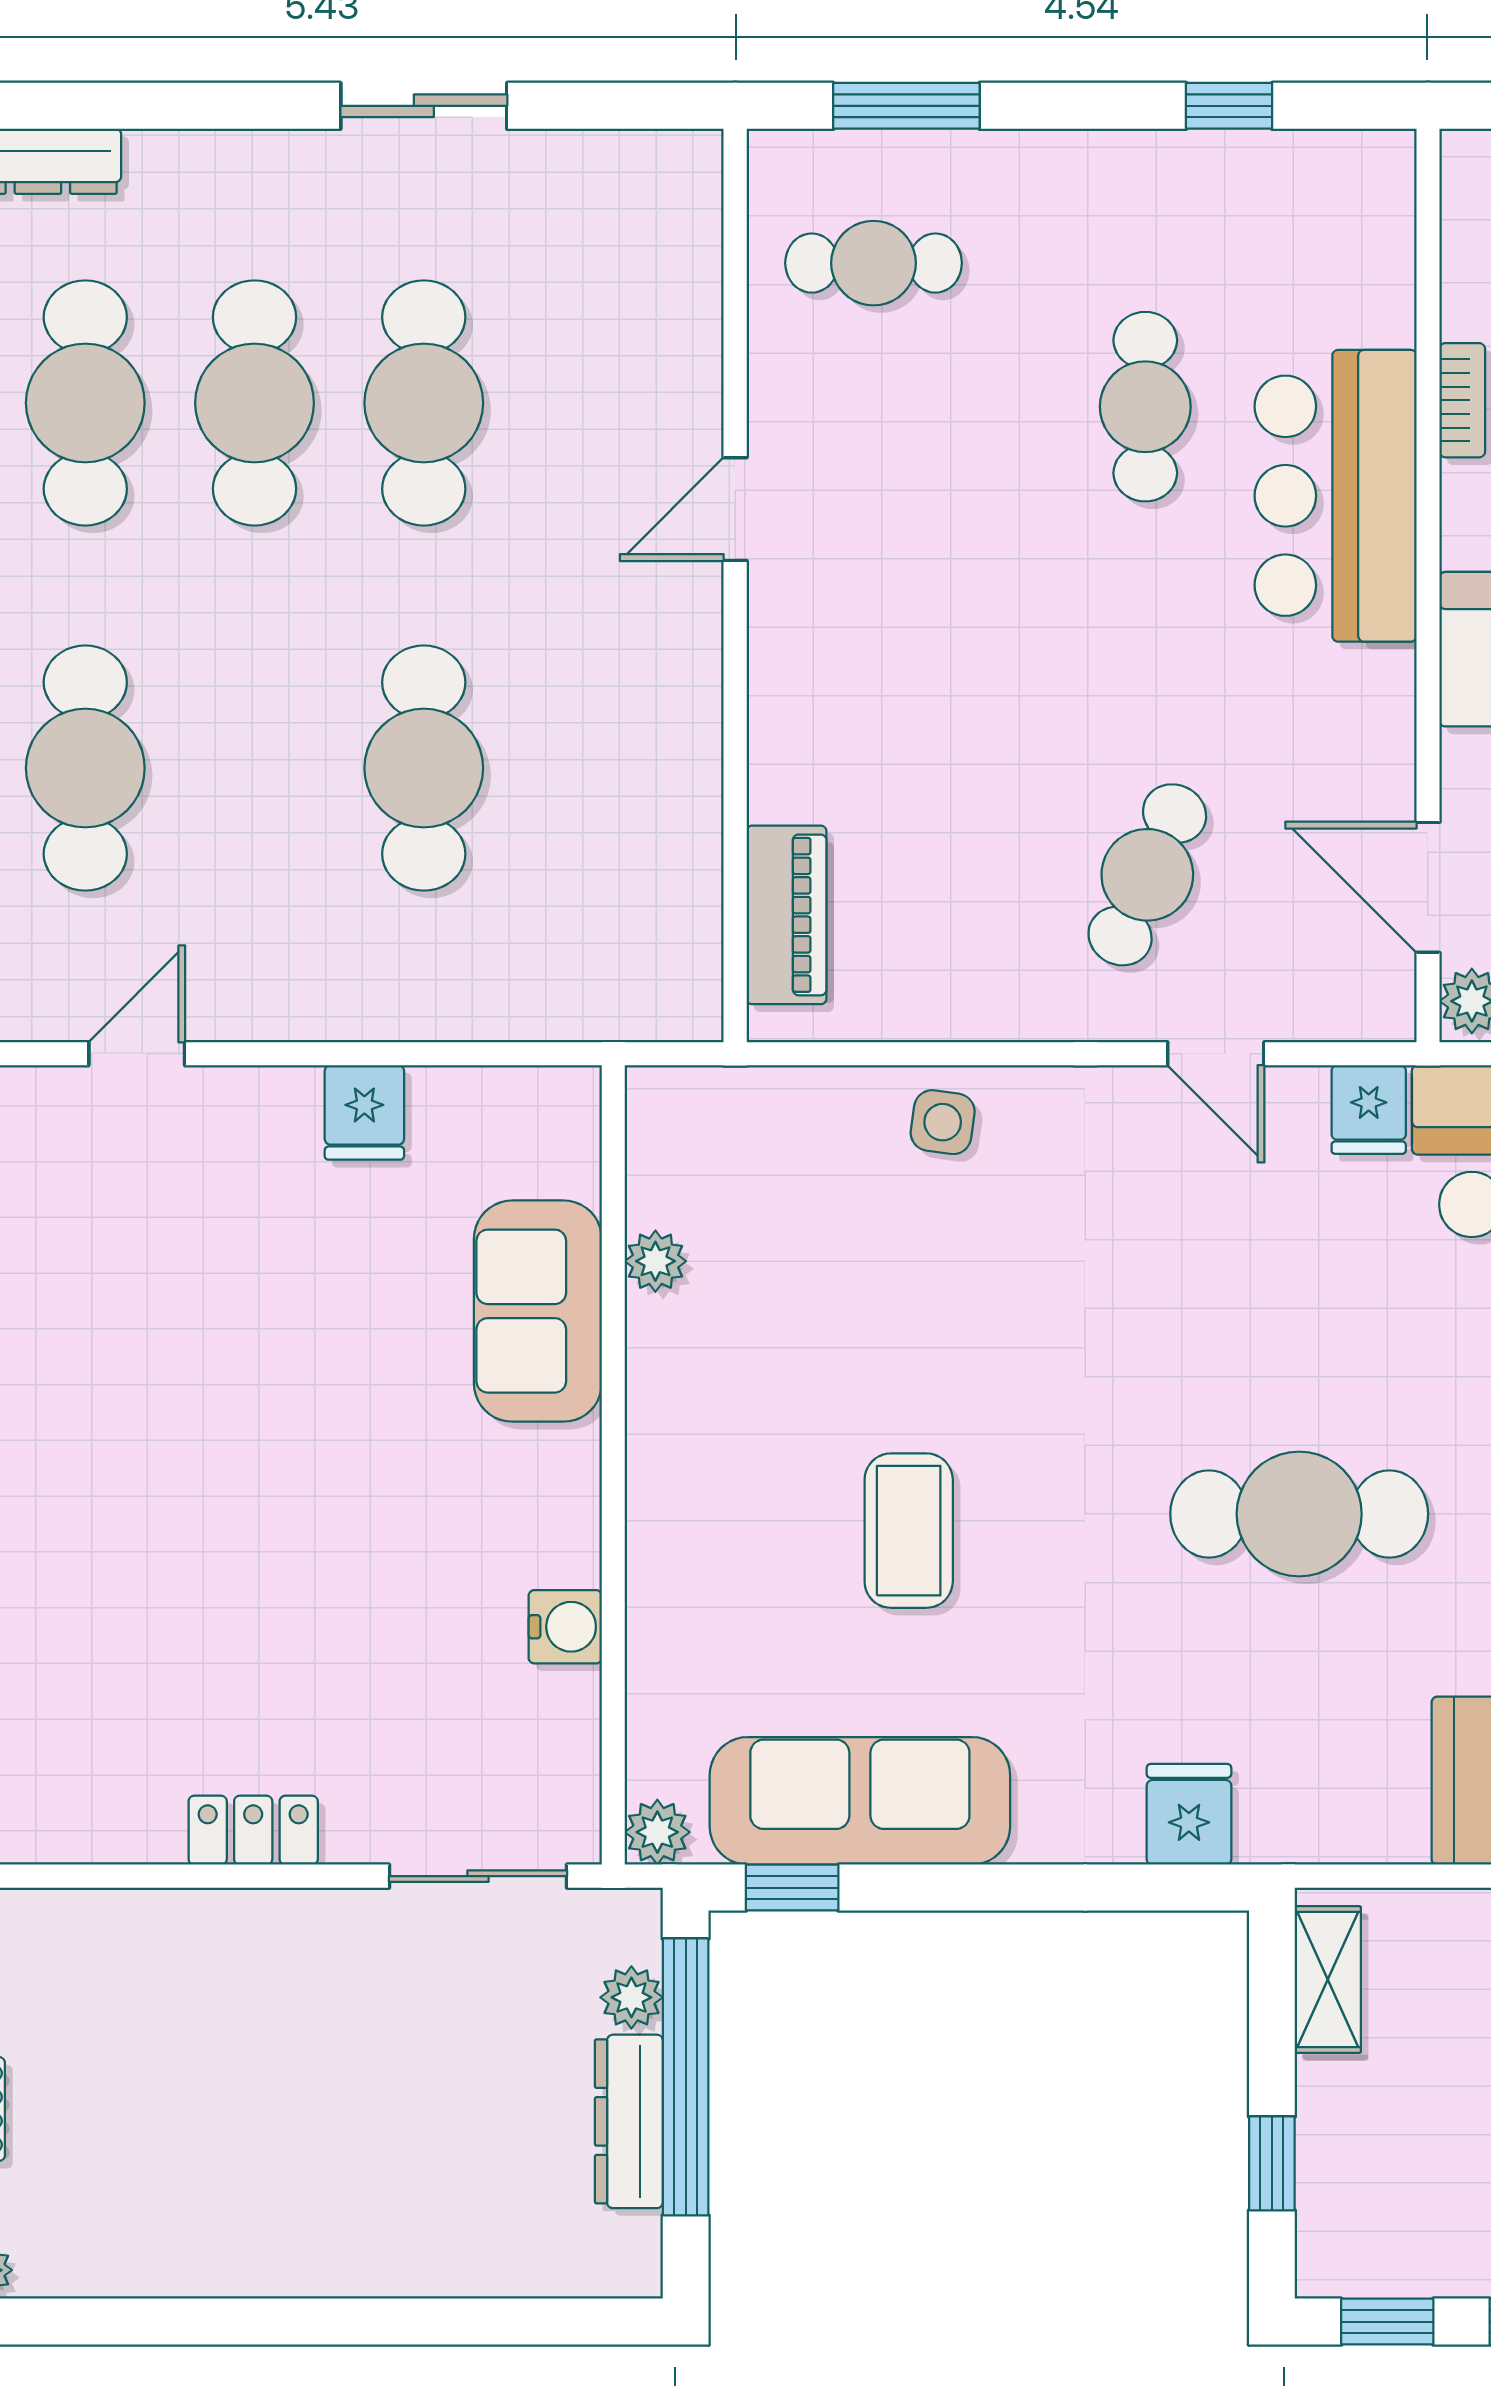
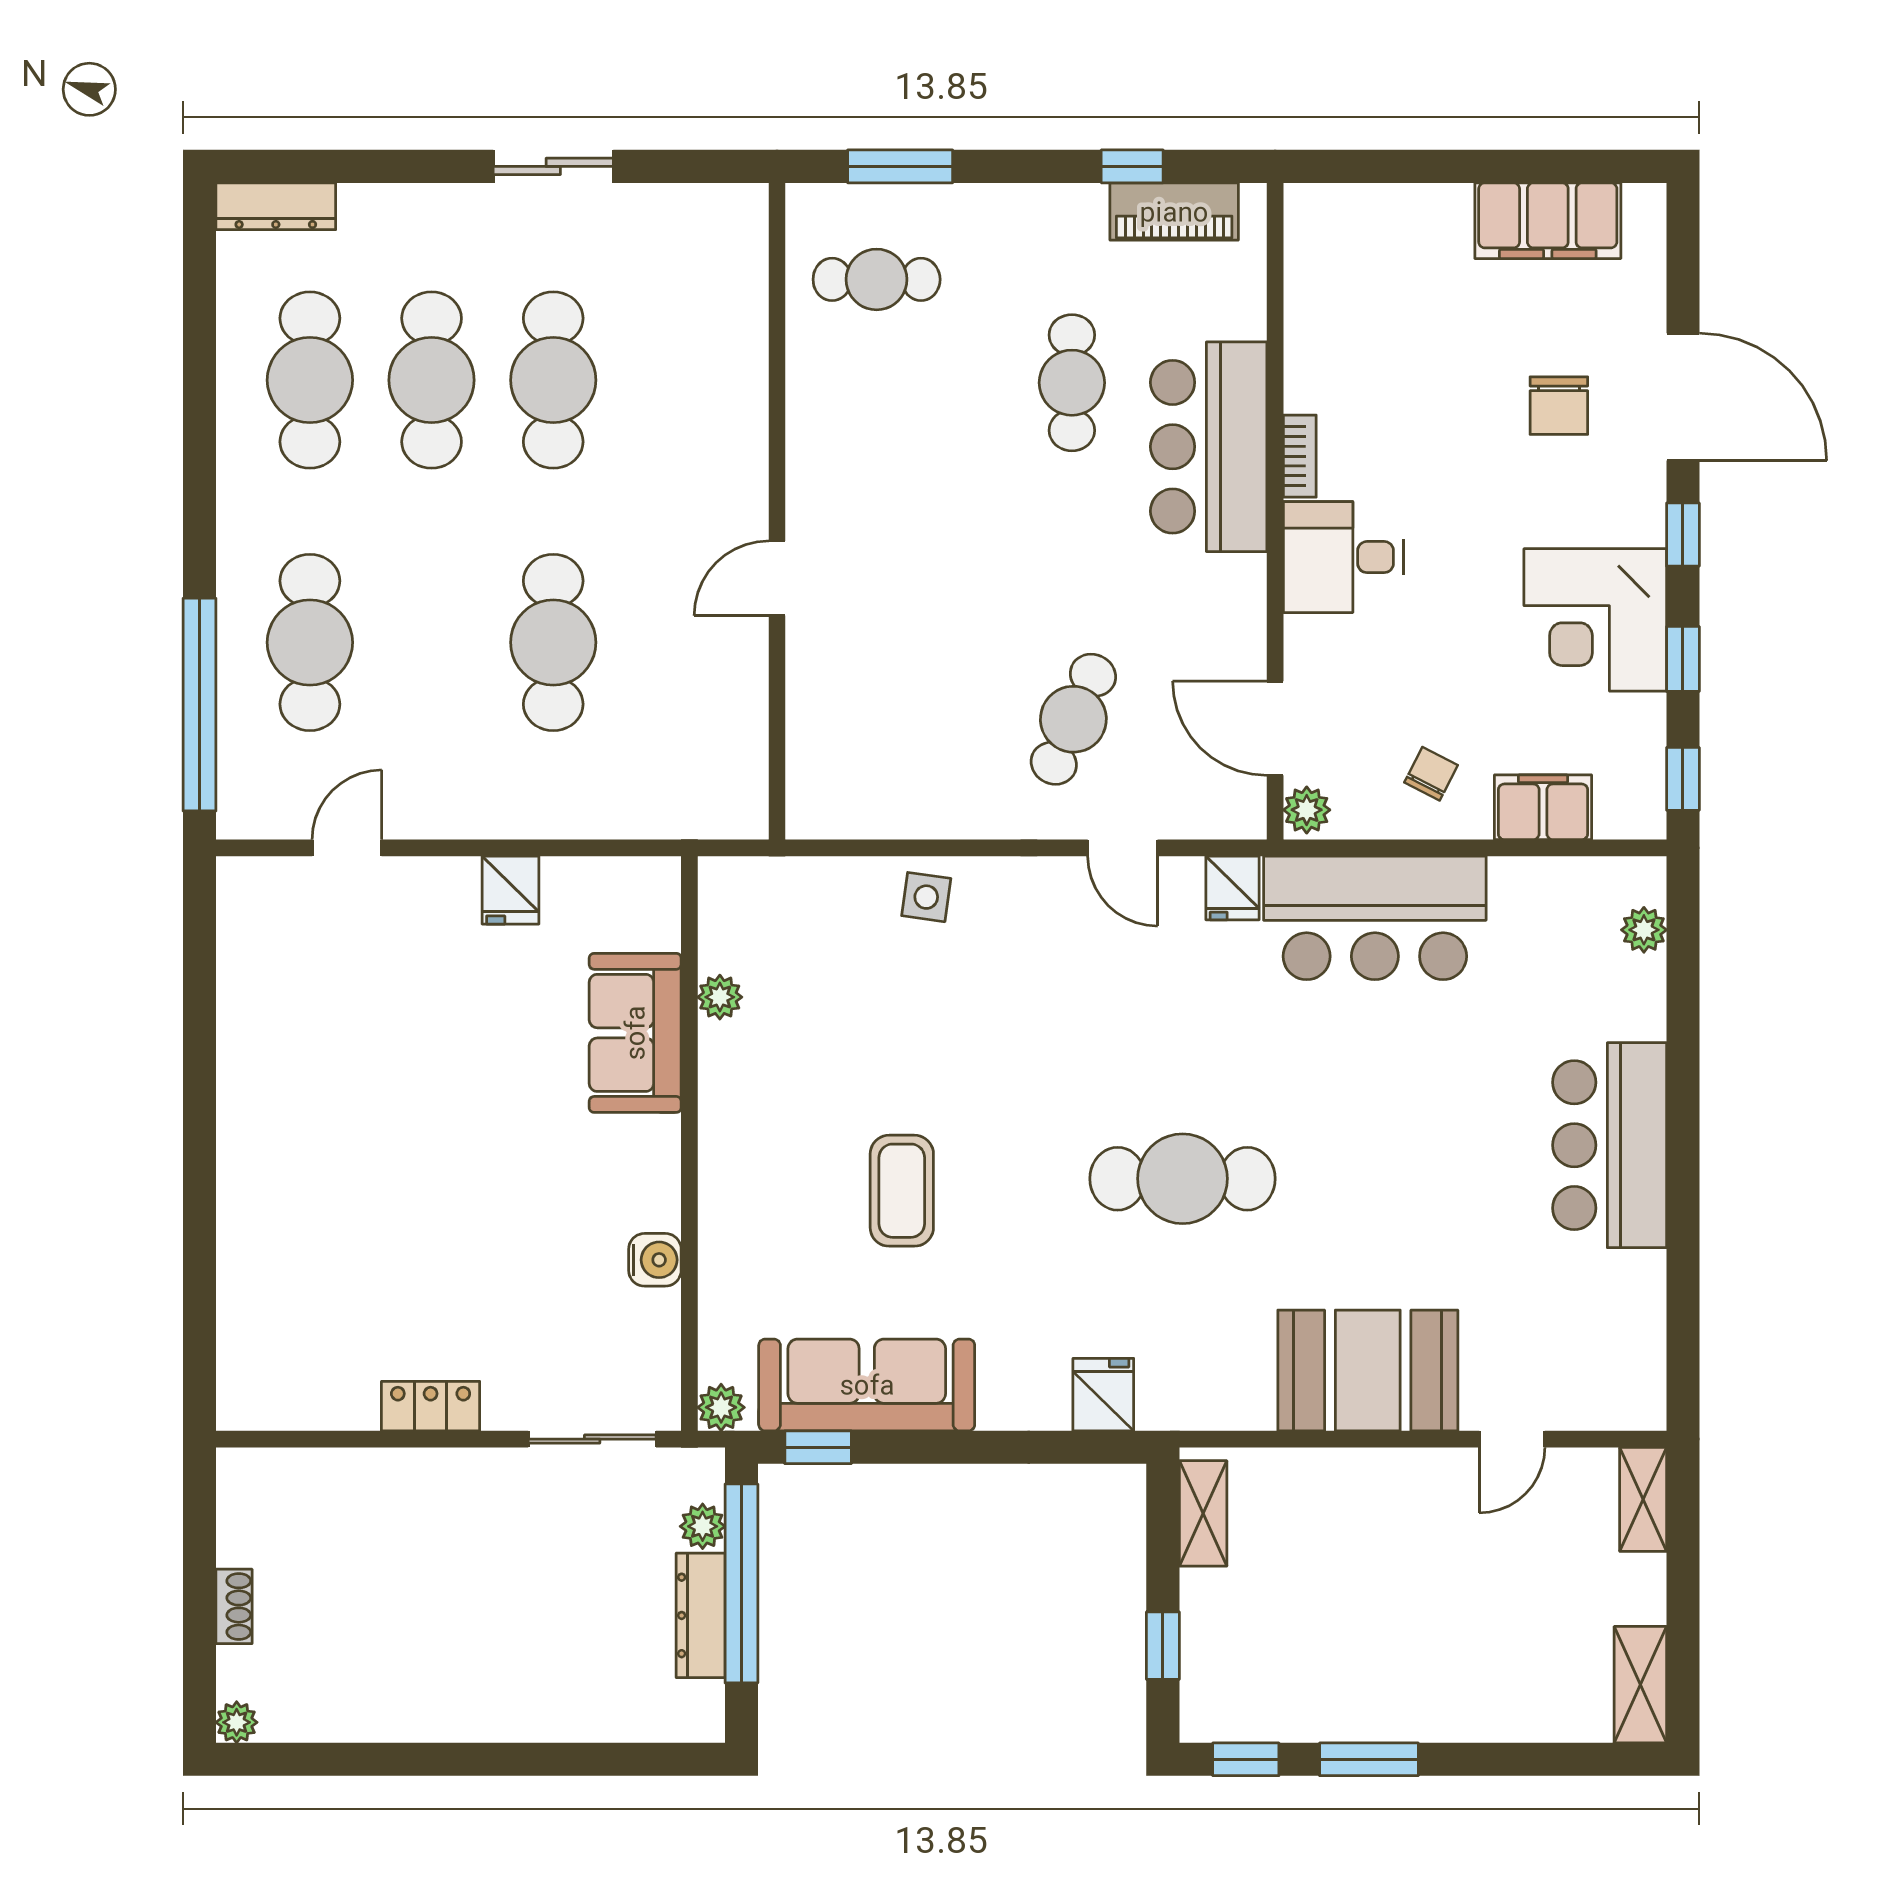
bookcase: (1462, 400) -> (1300, 456), moved
door: (735, 509) -> (777, 578), moved
piano: (786, 915) -> (1174, 212), moved, turned 90

